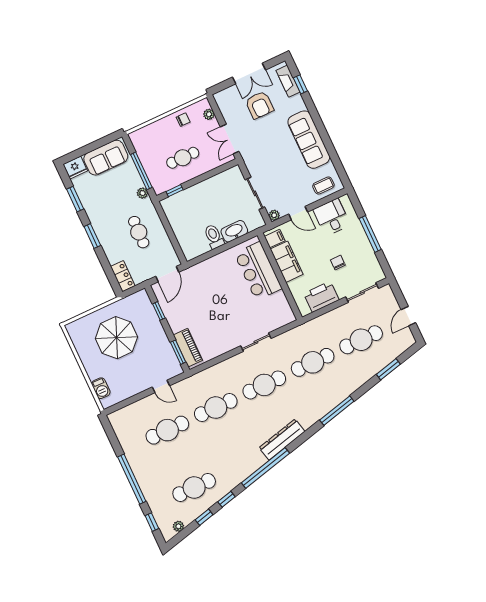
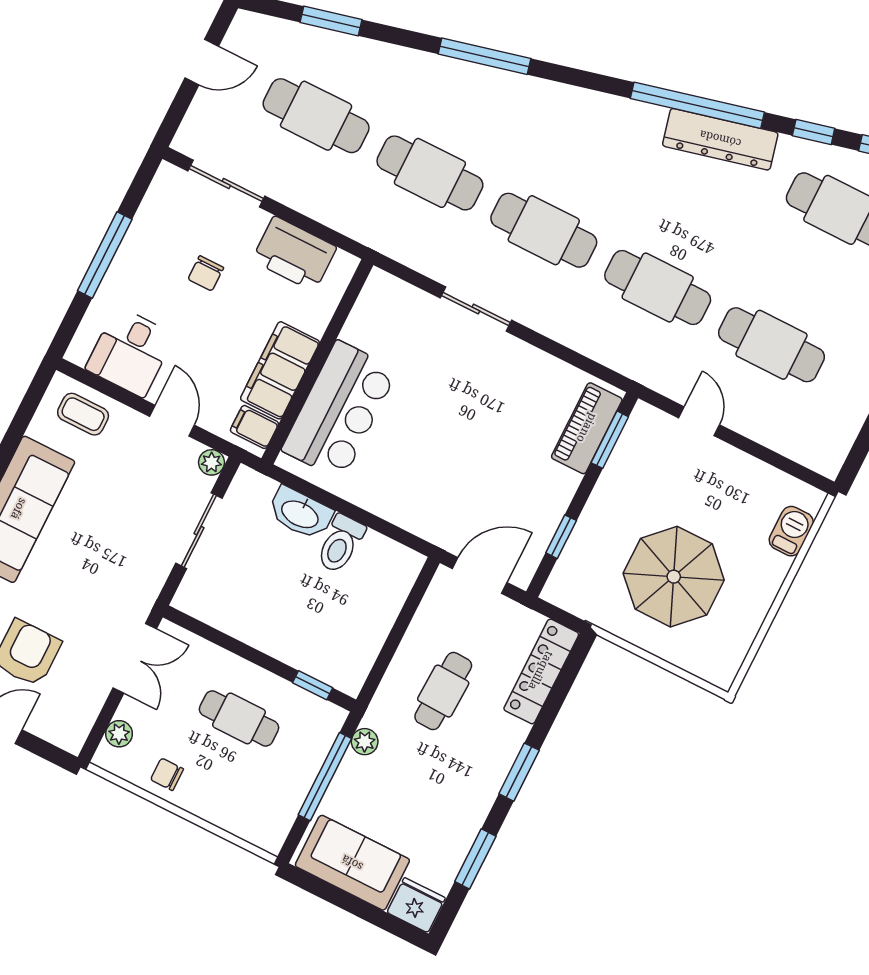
locker: (123, 276) -> (541, 671), width x1.53
dresser: (282, 440) -> (720, 139), moved

